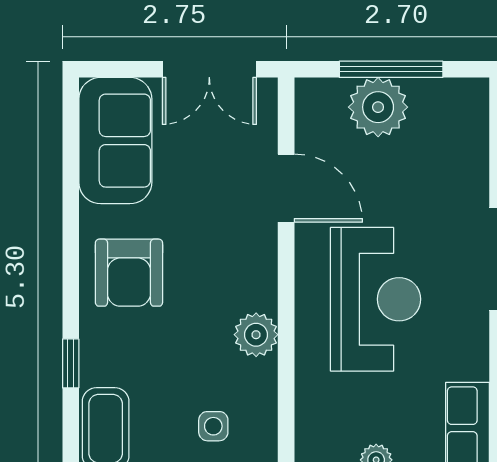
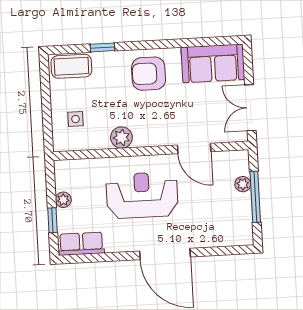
plant: (378, 107) -> (243, 184), width x0.53, depth x0.53
door: (286, 188) -> (194, 148), hinge flipped
reception desk: (376, 299) -> (142, 195), turned 180

